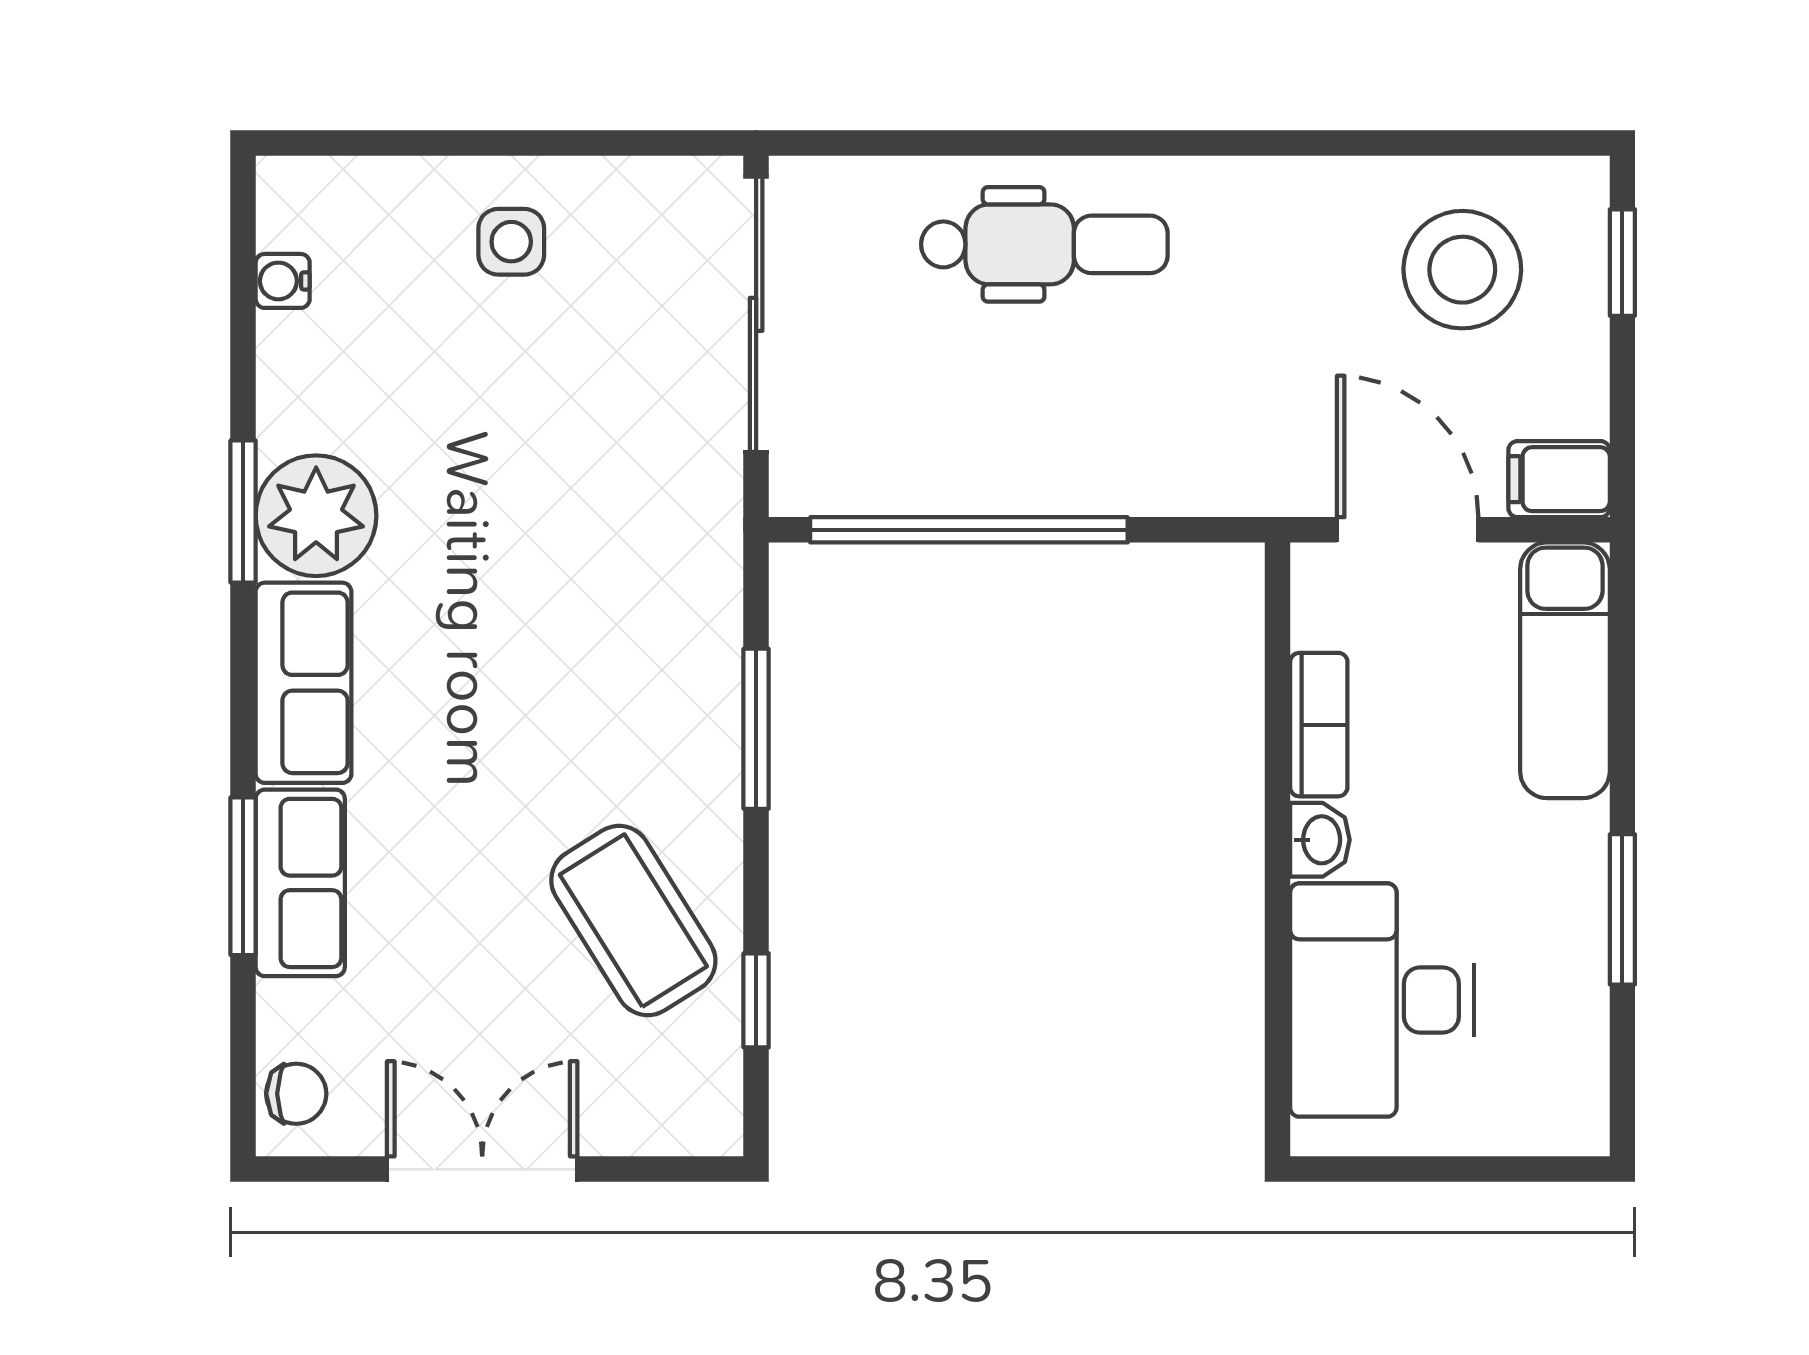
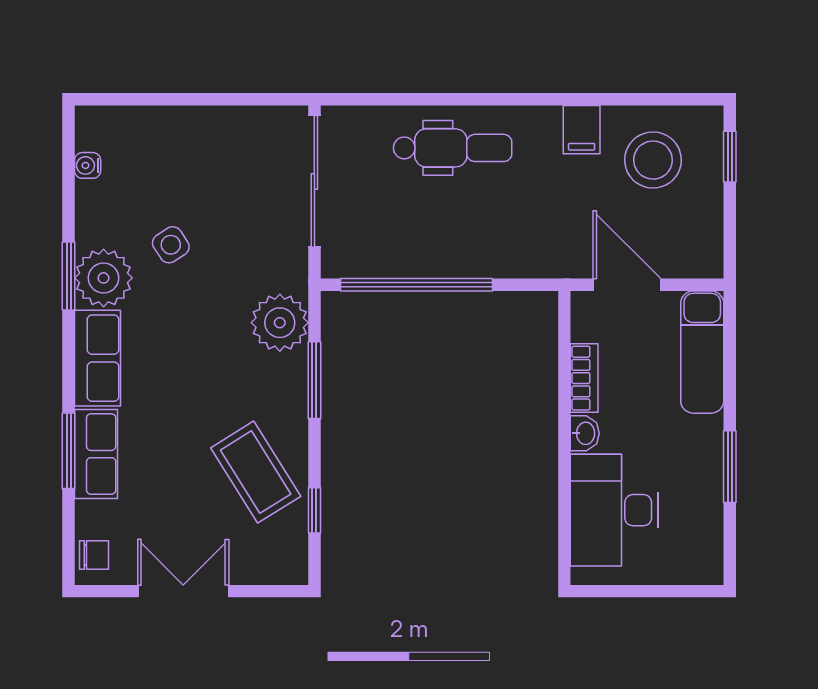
side table: (511, 242) -> (171, 245), moved, turned -33
filing cabinet: (1559, 479) -> (582, 130), moved, turned -90
plant: (684, 609) -> (280, 323), added

